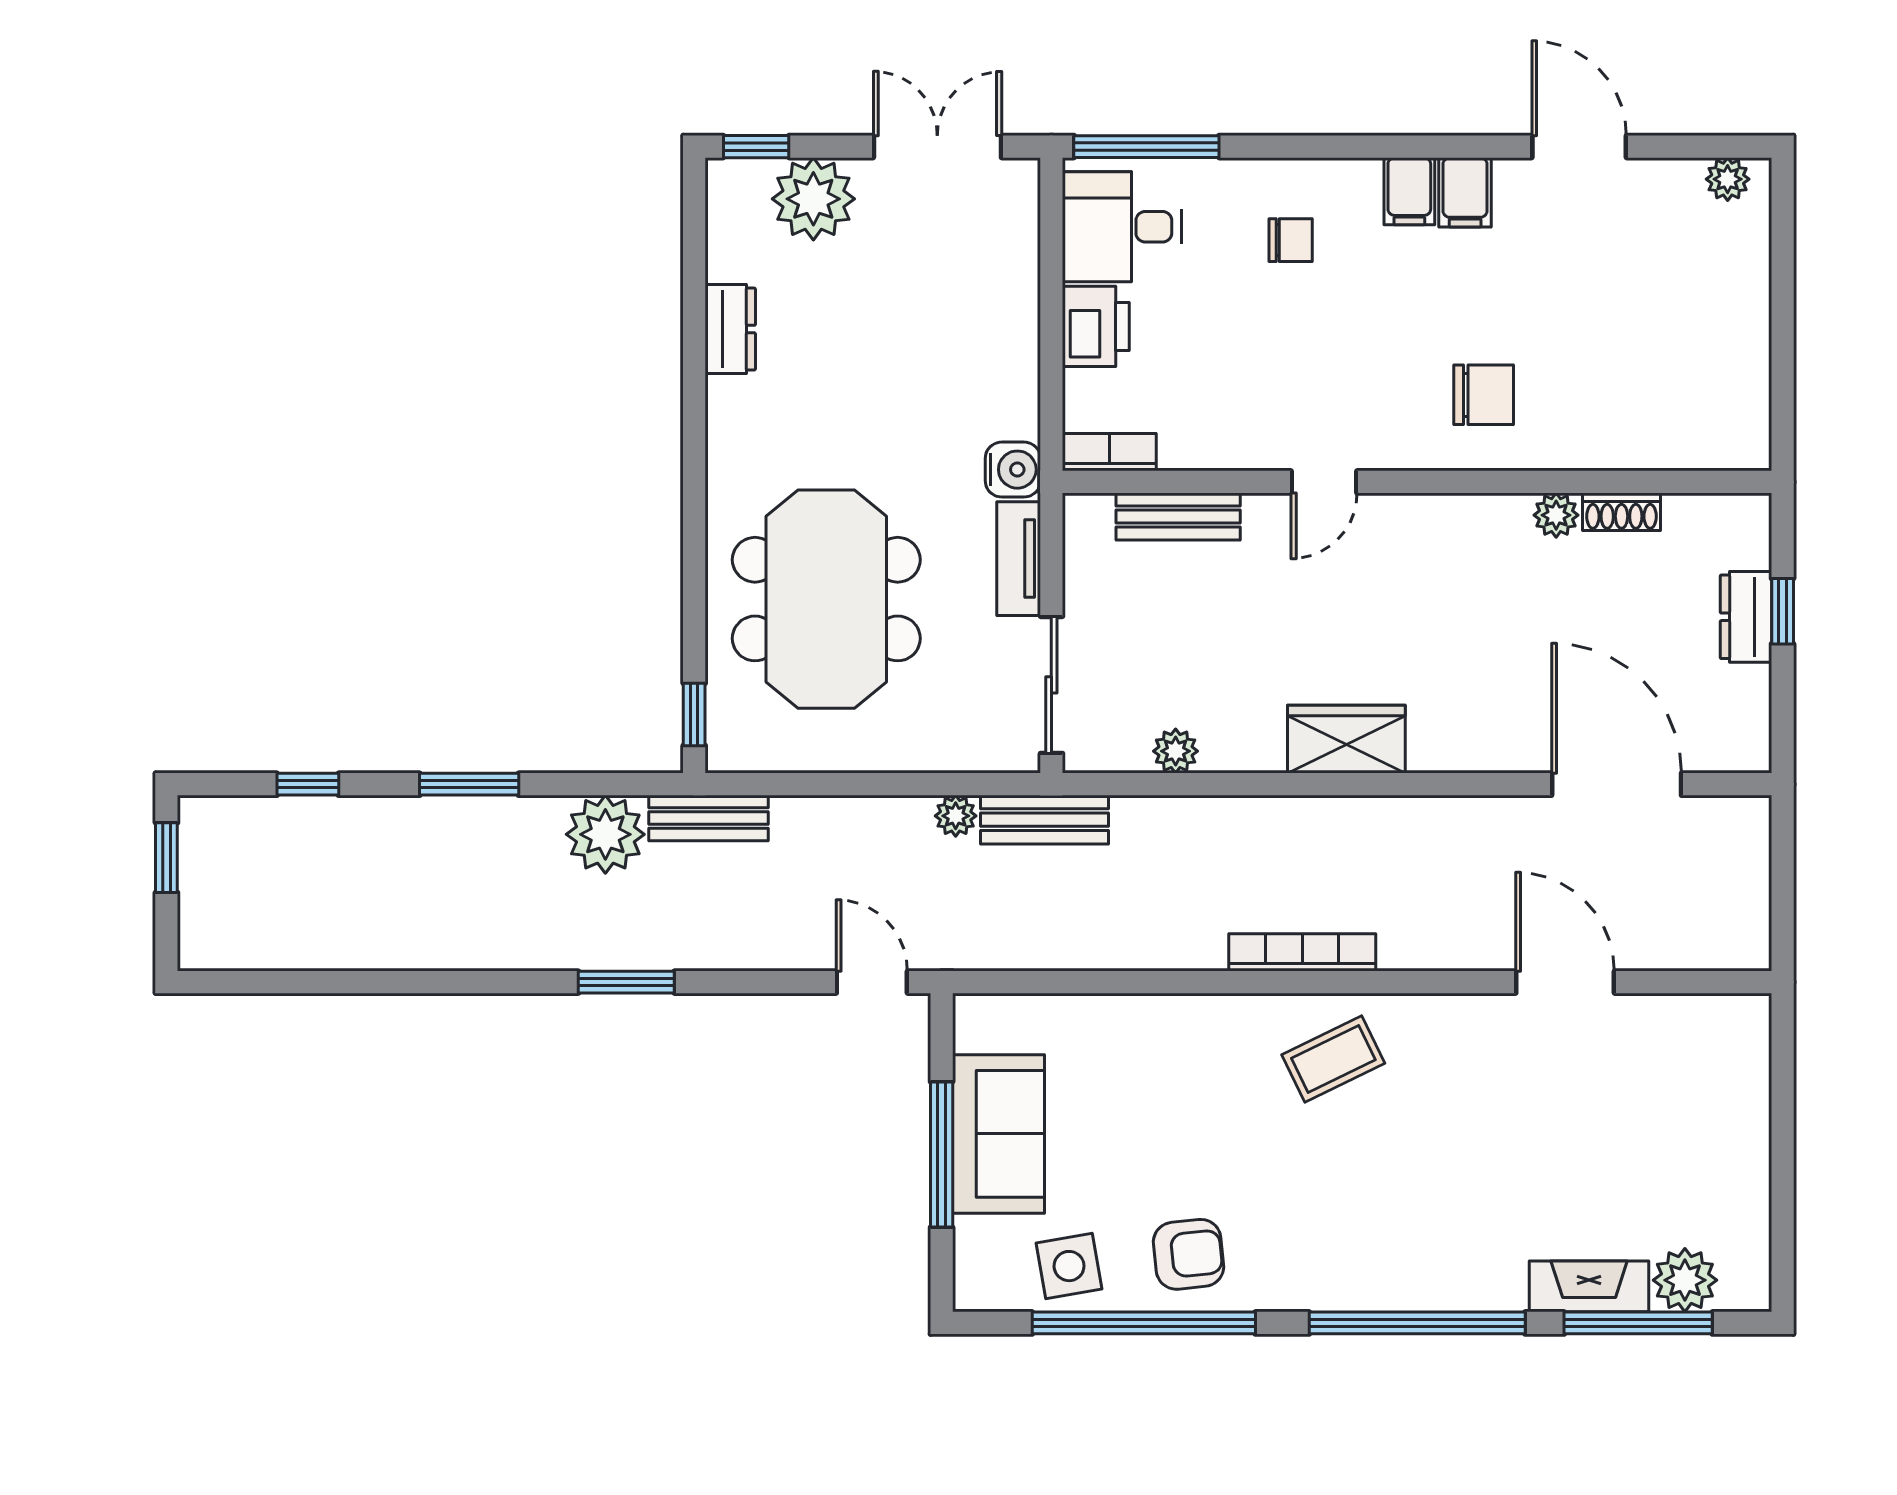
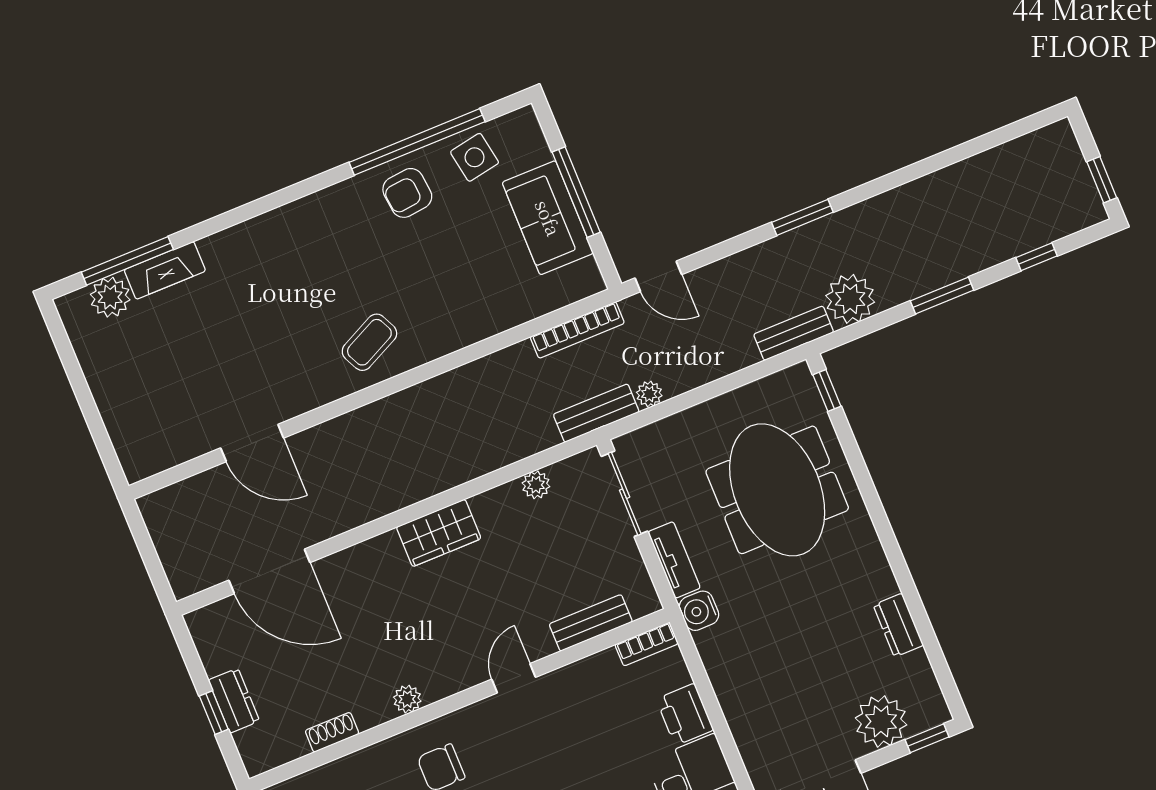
plant: (1556, 515) -> (407, 699), moved
bookcase: (1302, 952) -> (577, 330), moved
window: (1417, 1323) -> (257, 208), removed

